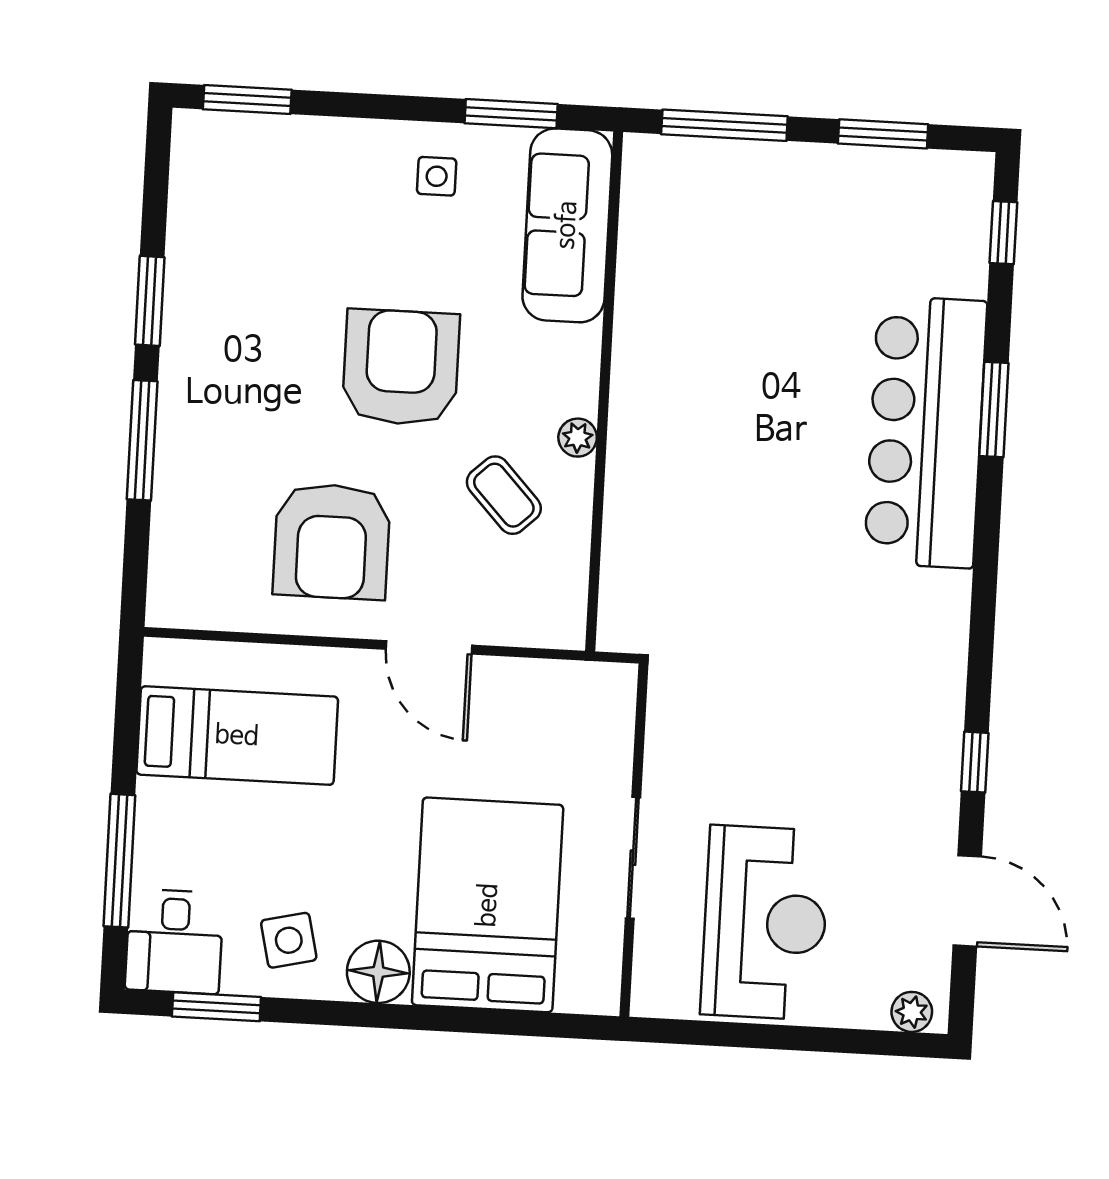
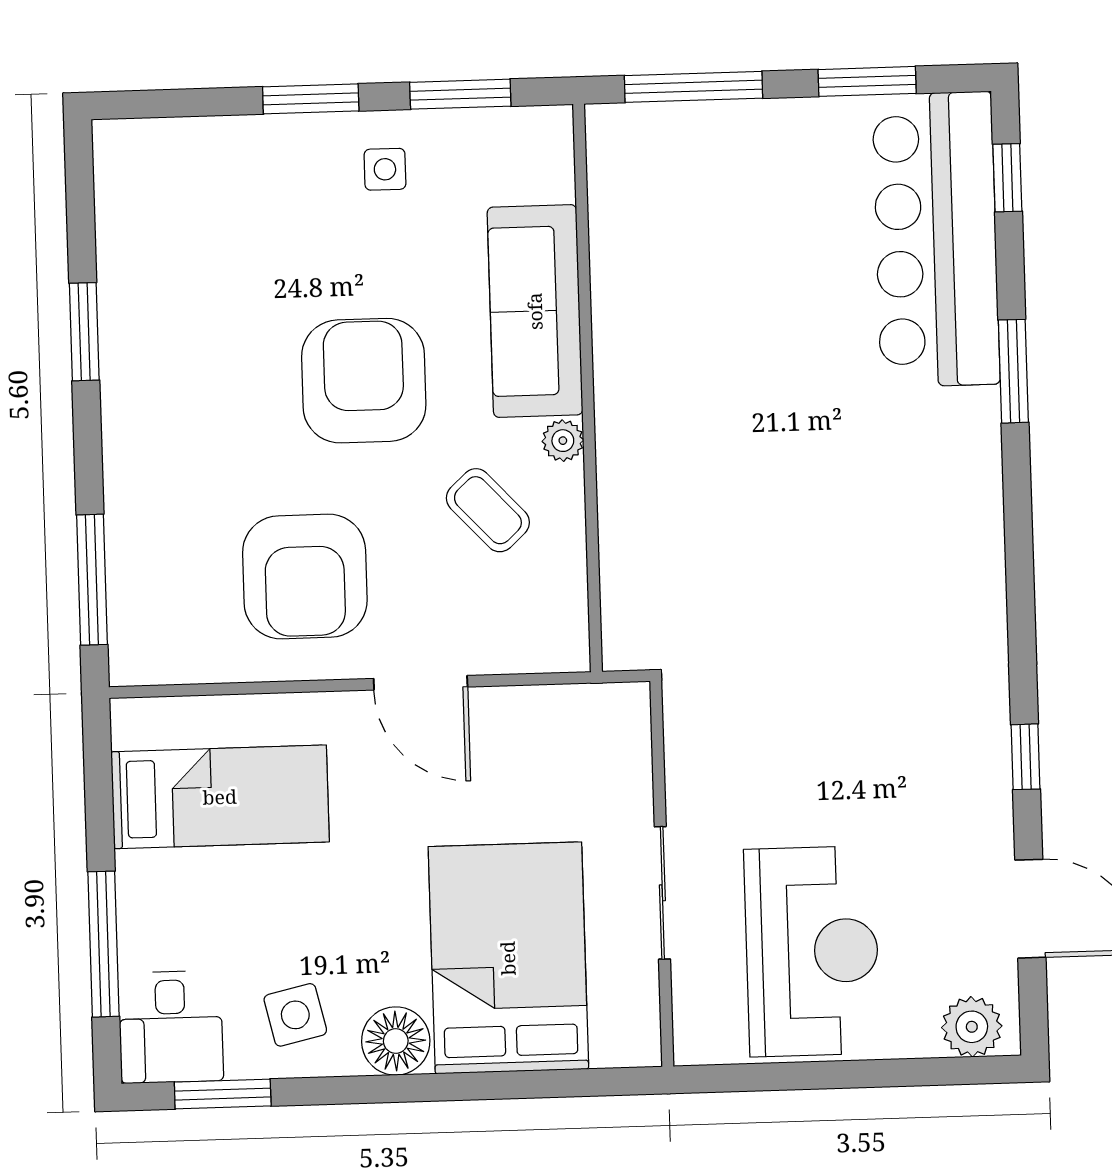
window: (247, 99) -> (311, 99), moved
sofa: (567, 225) -> (535, 311), moved
bar counter: (926, 432) -> (936, 239), moved
window: (142, 440) -> (92, 580), moved
plant: (912, 1012) -> (972, 1027), width x1.38, depth x1.38

